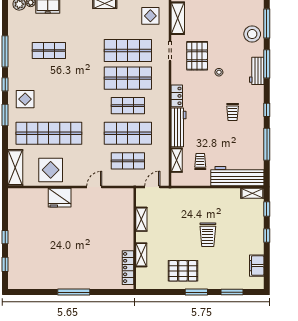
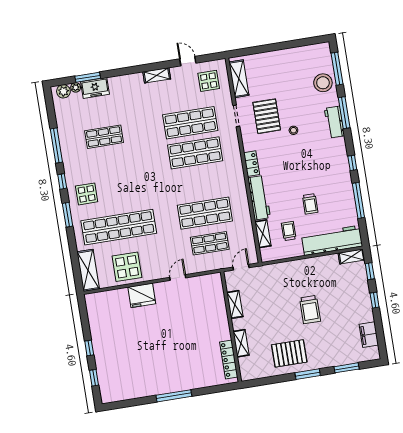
shop shelf: (128, 106) -> (200, 183), removed
trolley: (233, 112) -> (310, 204), moved

